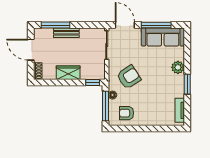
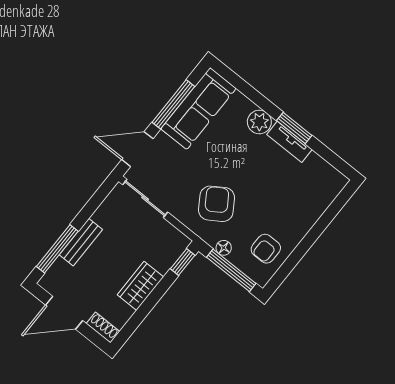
tv unit: (180, 110) -> (289, 142), moved

